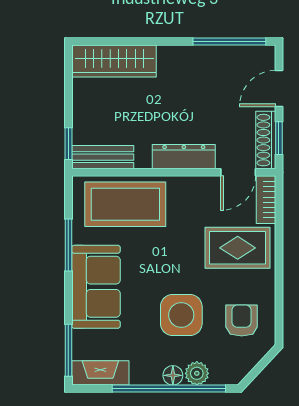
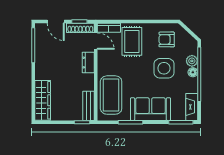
dresser: (184, 157) -> (88, 63), width x0.70

